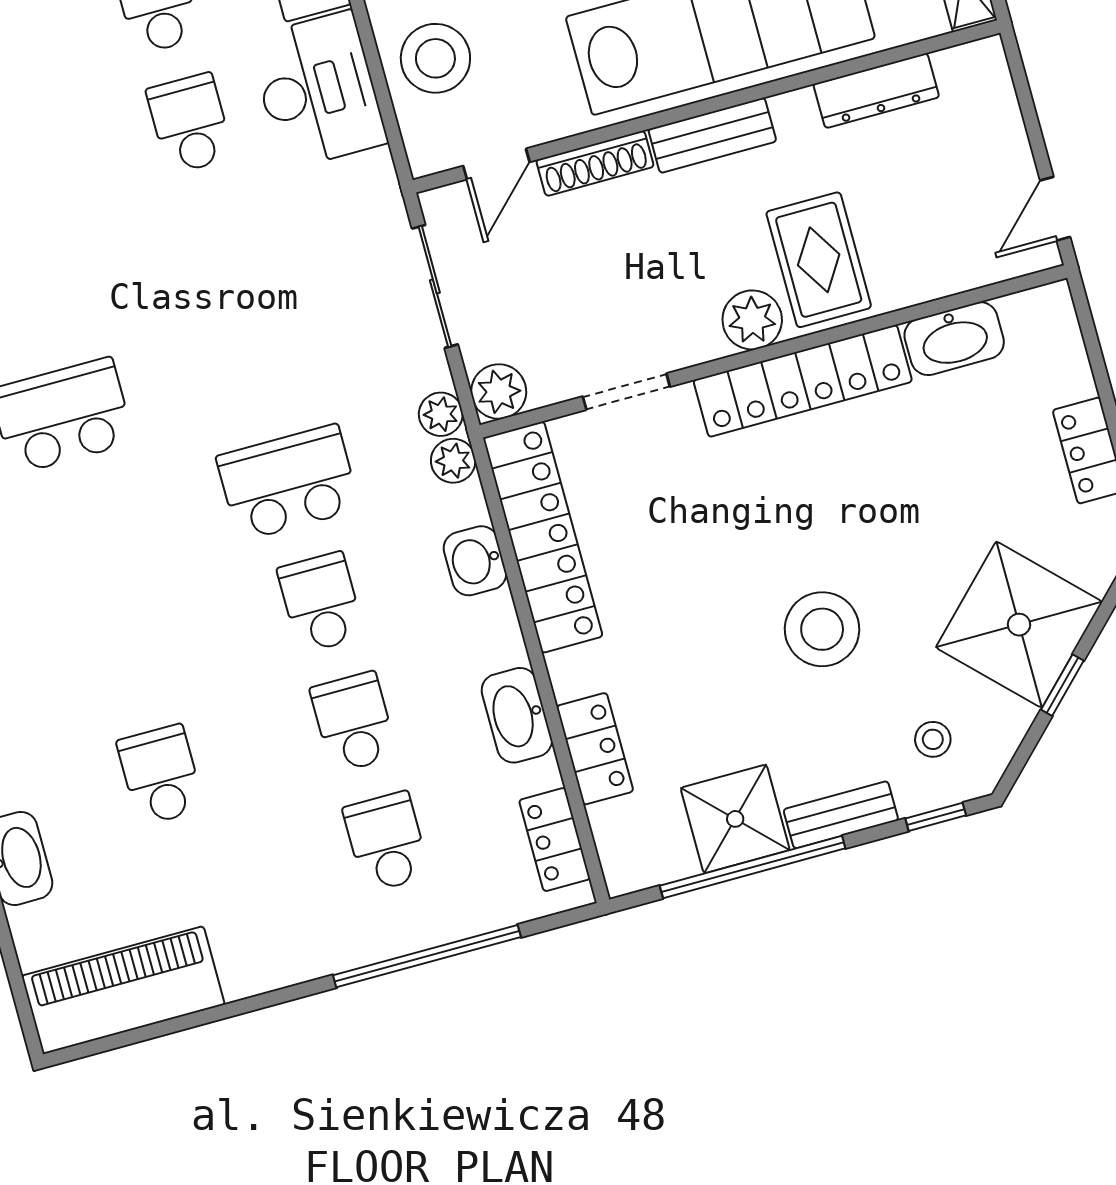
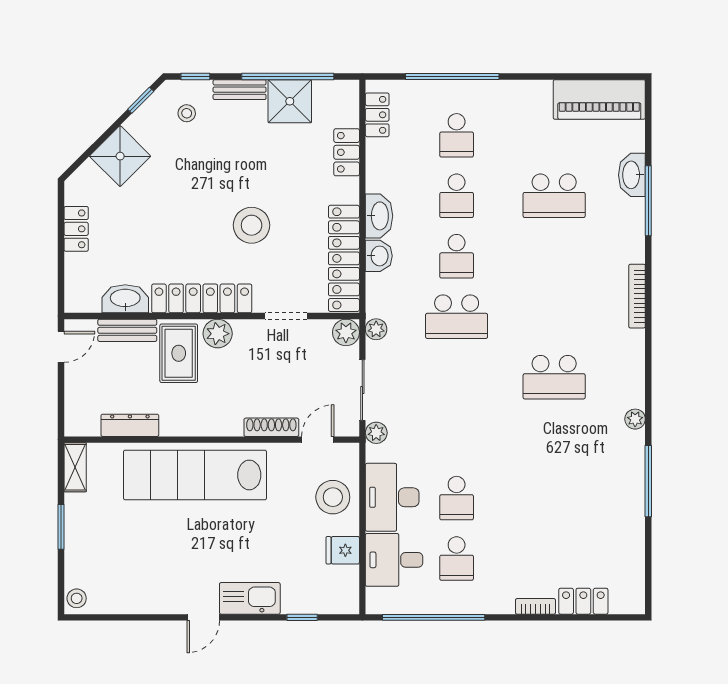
bench: (712, 135) -> (127, 330), moved
plant: (453, 461) -> (376, 433), moved
shower: (1019, 625) -> (120, 156), width x0.73, depth x0.73
stool: (822, 629) -> (252, 225), moved
window: (1062, 685) -> (141, 100), moved
washbasin: (517, 715) -> (379, 216), moved
school desk: (160, 775) -> (554, 196), width x1.85

